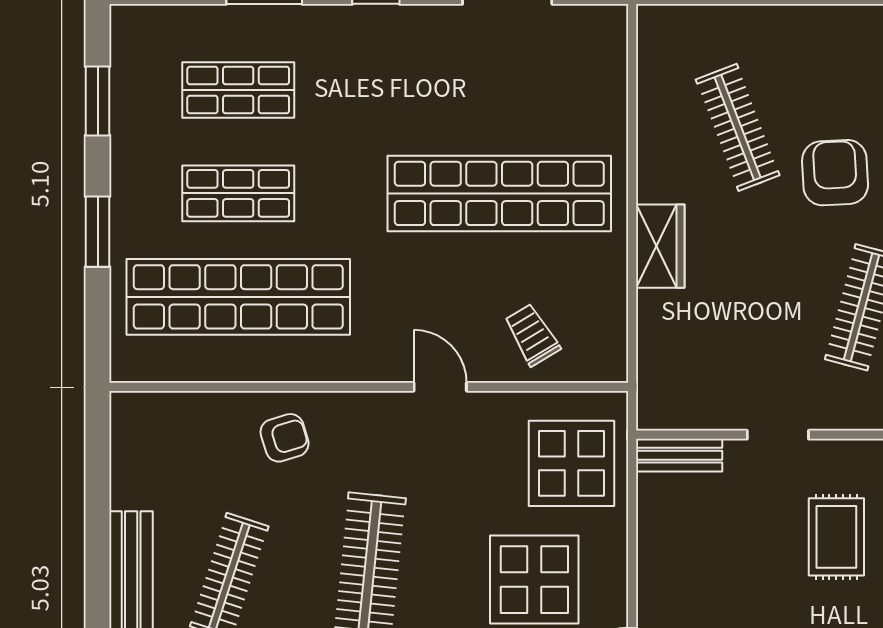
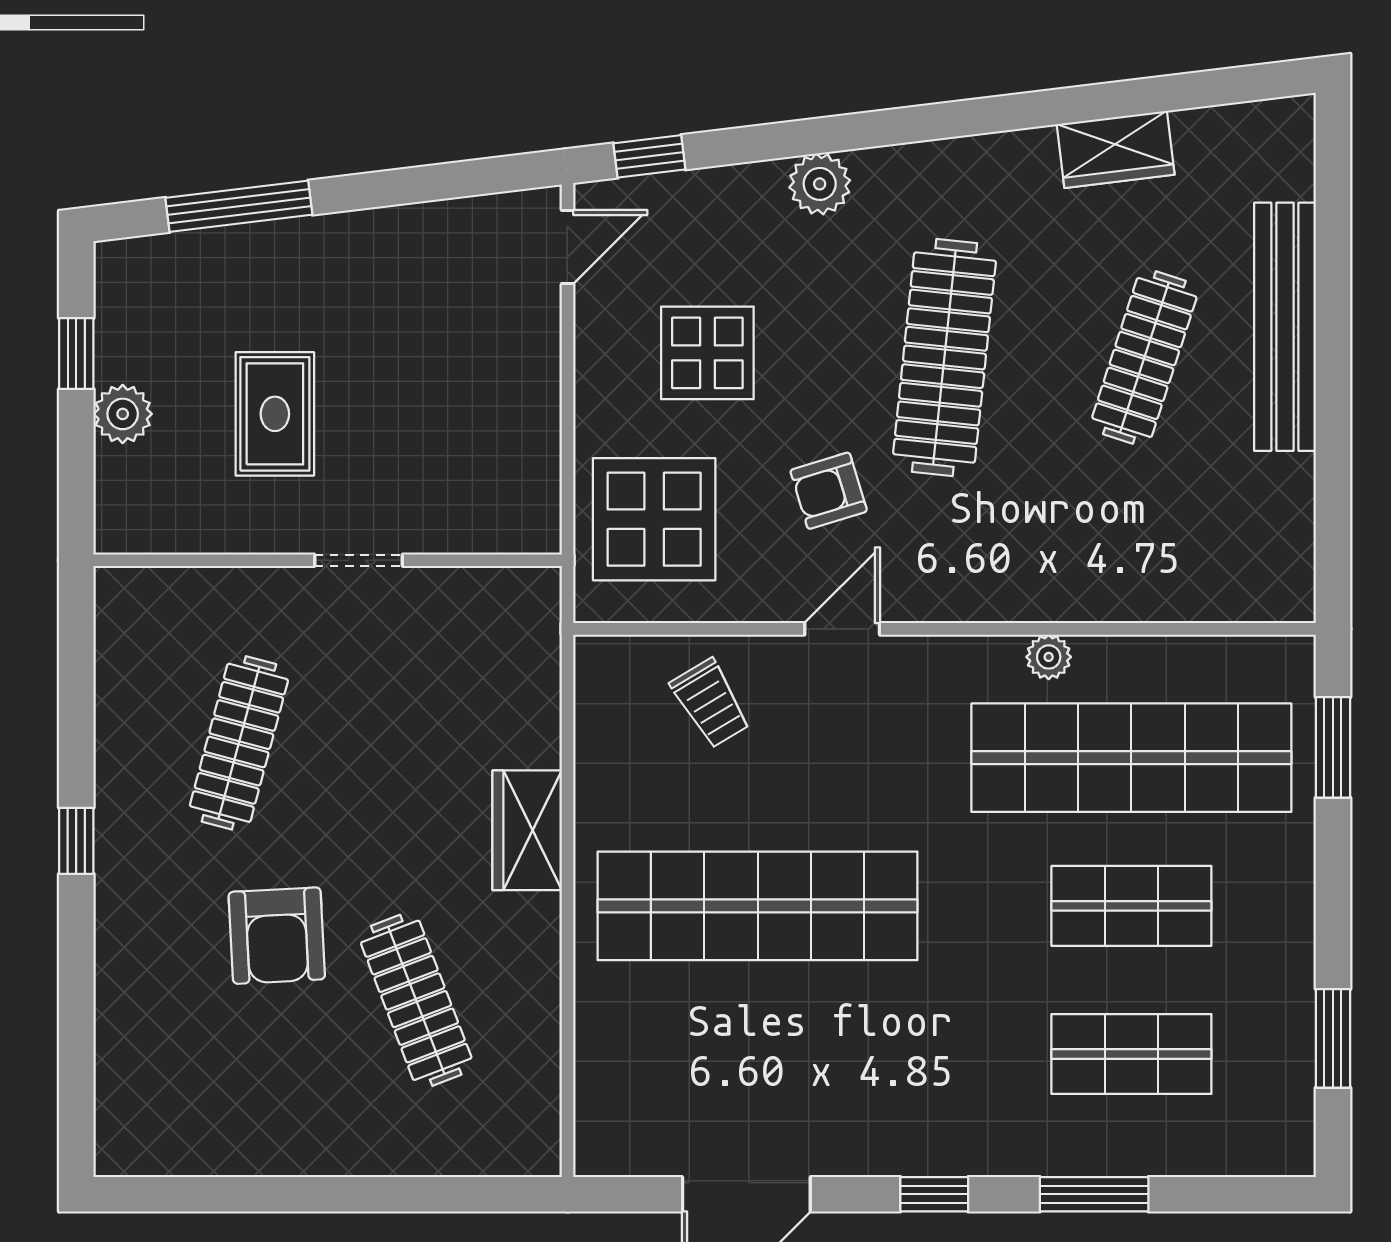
window: (98, 232) -> (1333, 747), moved
plant: (296, 367) -> (1049, 657), added
door: (440, 387) -> (842, 629), swing flipped
armchair: (285, 438) -> (829, 491), moved
bench: (679, 455) -> (500, 531), removed
display table: (534, 580) -> (707, 353), width x0.73, depth x0.73

